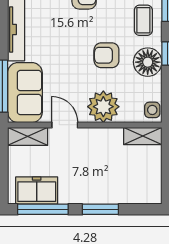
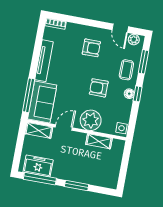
floor lamp: (148, 62) -> (129, 94), width x0.53, depth x0.53
door: (65, 125) -> (64, 127), hinge flipped
shelving: (143, 136) -> (99, 141), moved

